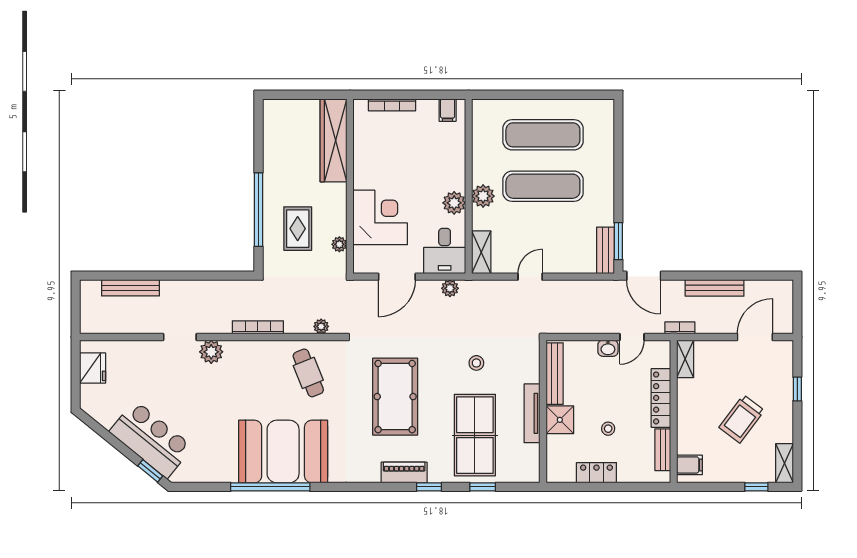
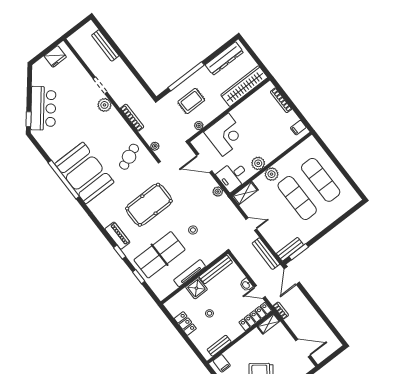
dresser: (274, 138) -> (224, 58), added
bench: (715, 288) -> (266, 254), moved
locker: (661, 398) -> (255, 317), moved

